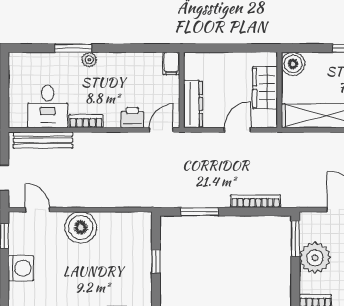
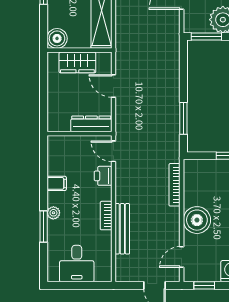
filing cabinet: (171, 63) -> (57, 183), moved
desk: (48, 106) -> (77, 264), moved, turned 90
bench: (43, 140) -> (122, 229), moved
bookcase: (255, 201) -> (175, 185), moved

